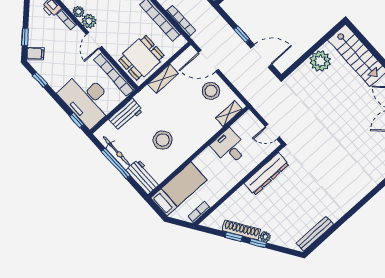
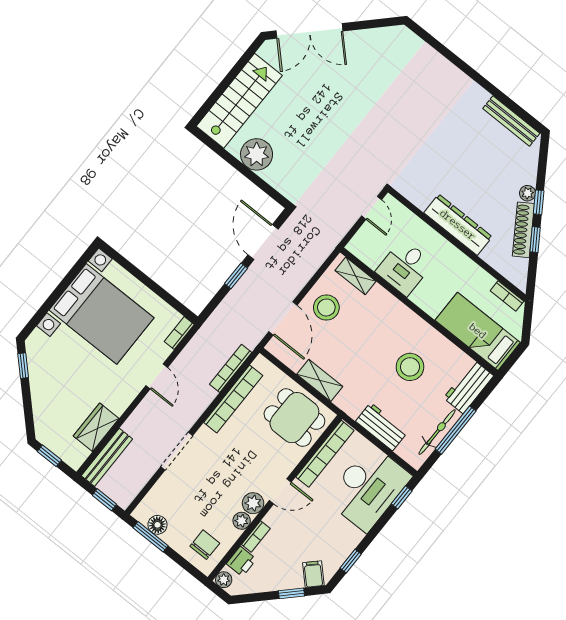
dresser: (267, 174) -> (458, 225), moved

